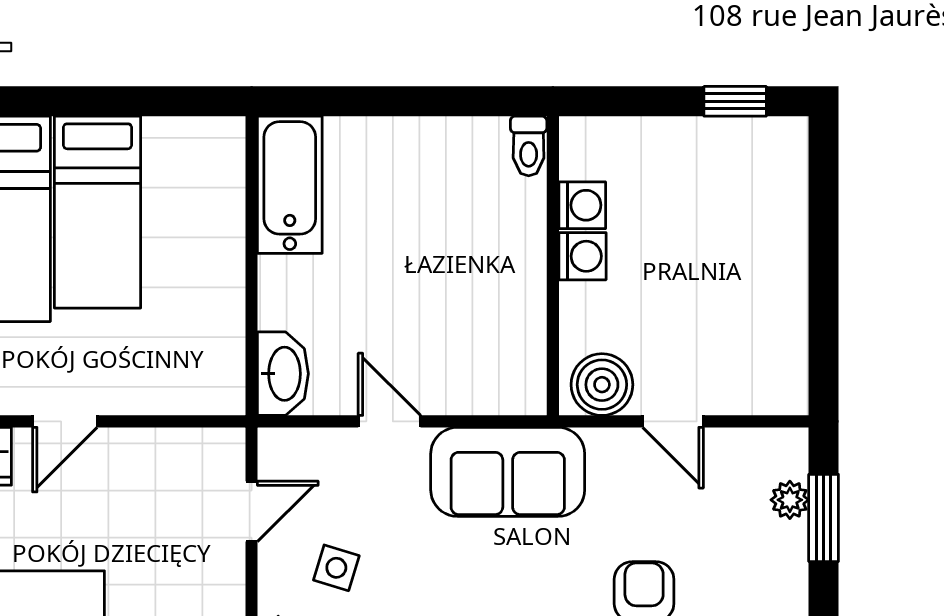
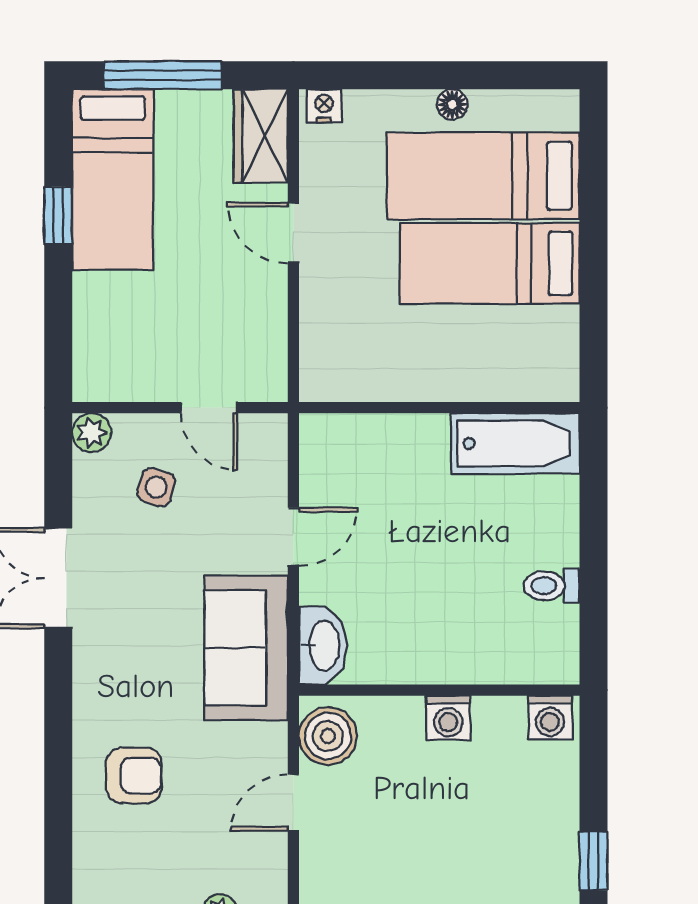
toilet: (529, 146) -> (552, 586), moved
washing machine: (582, 205) -> (550, 718), moved
washbasin: (283, 374) -> (323, 645), moved, turned -90

